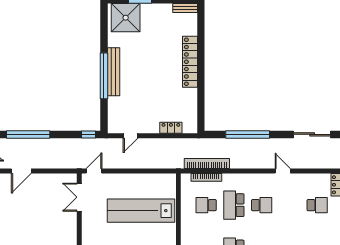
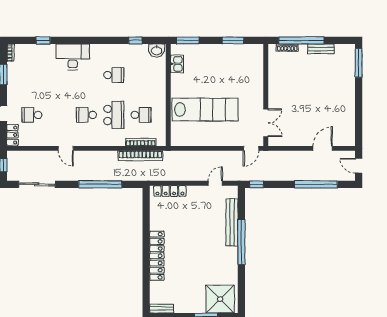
bench: (114, 72) -> (232, 222), moved
locker: (171, 128) -> (170, 191), width x1.53

